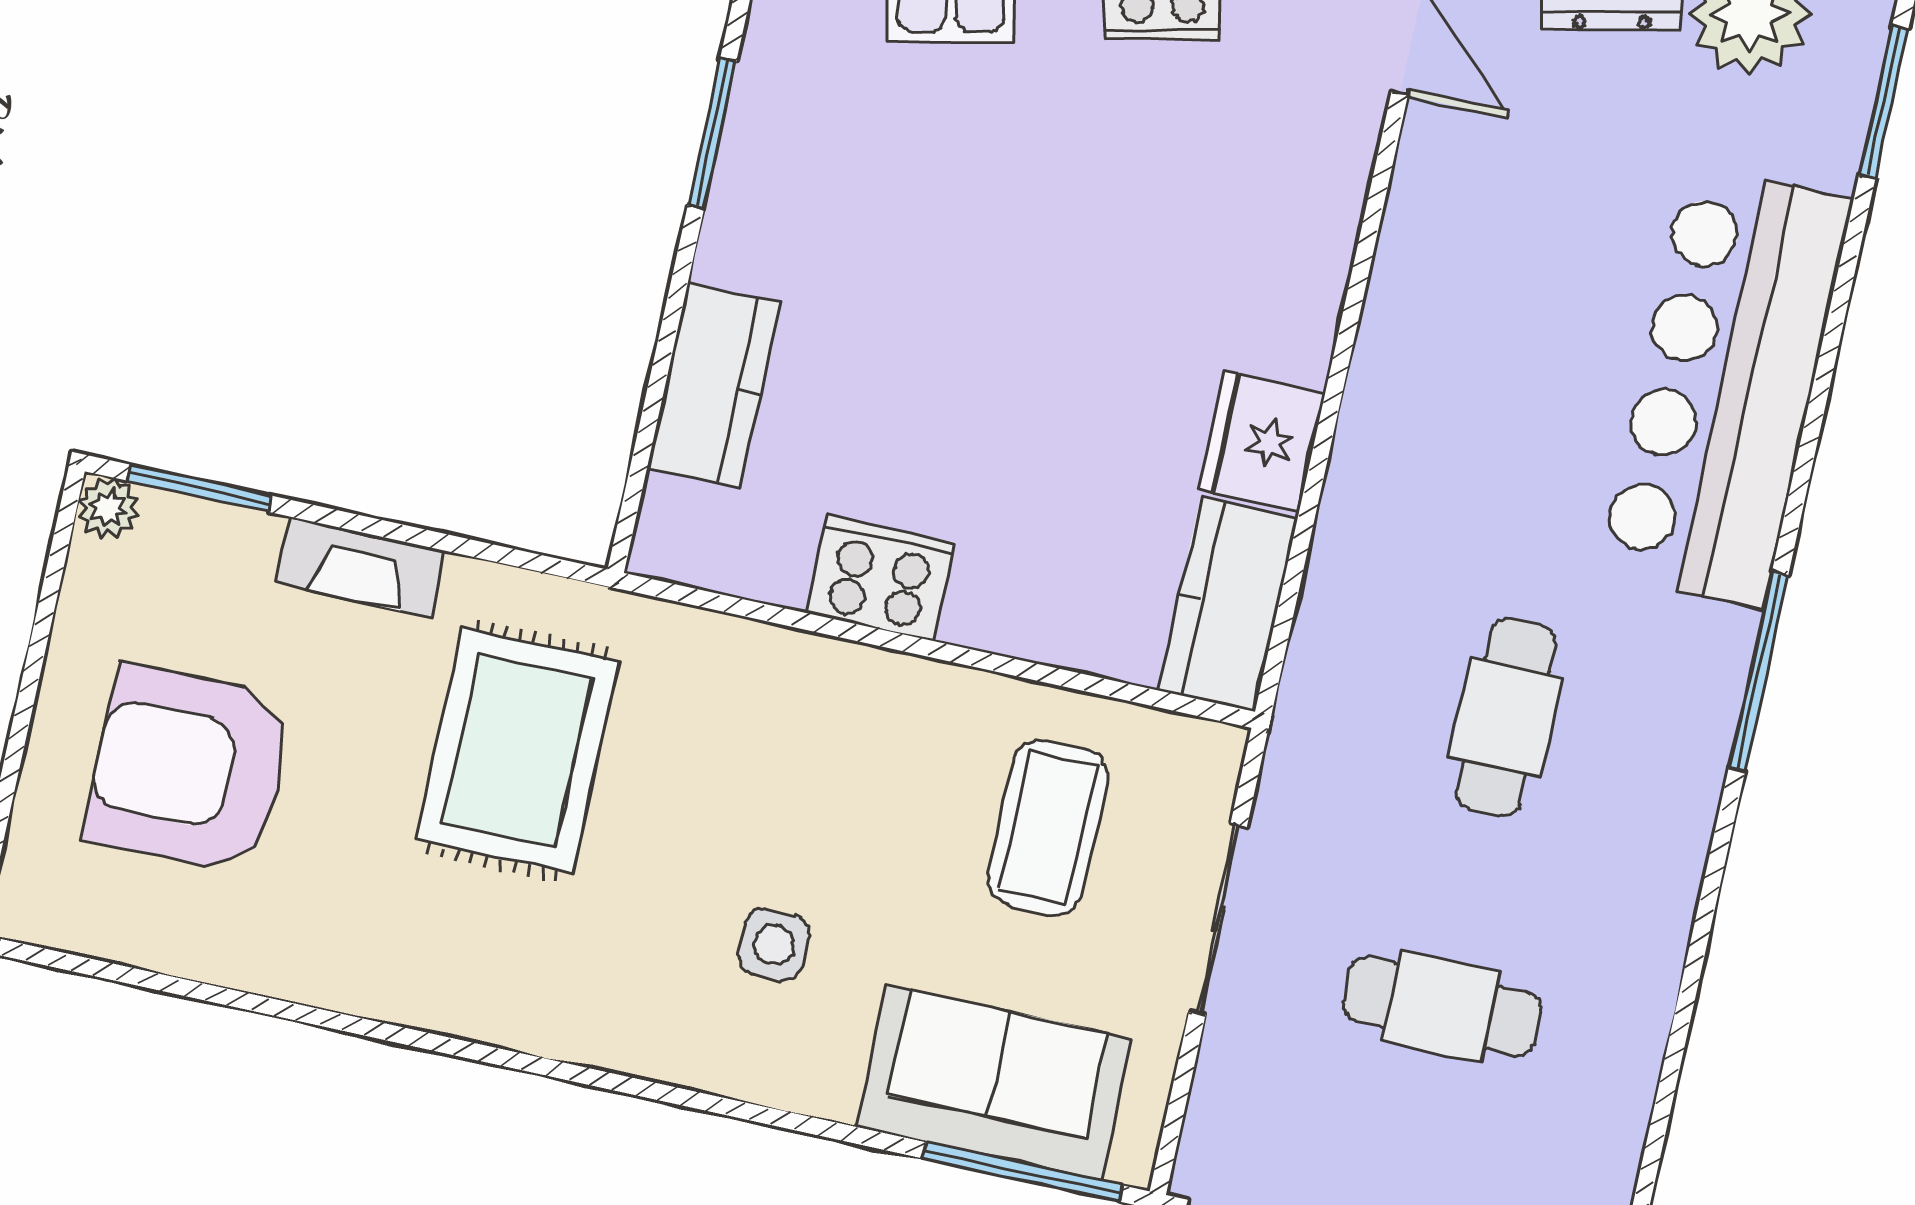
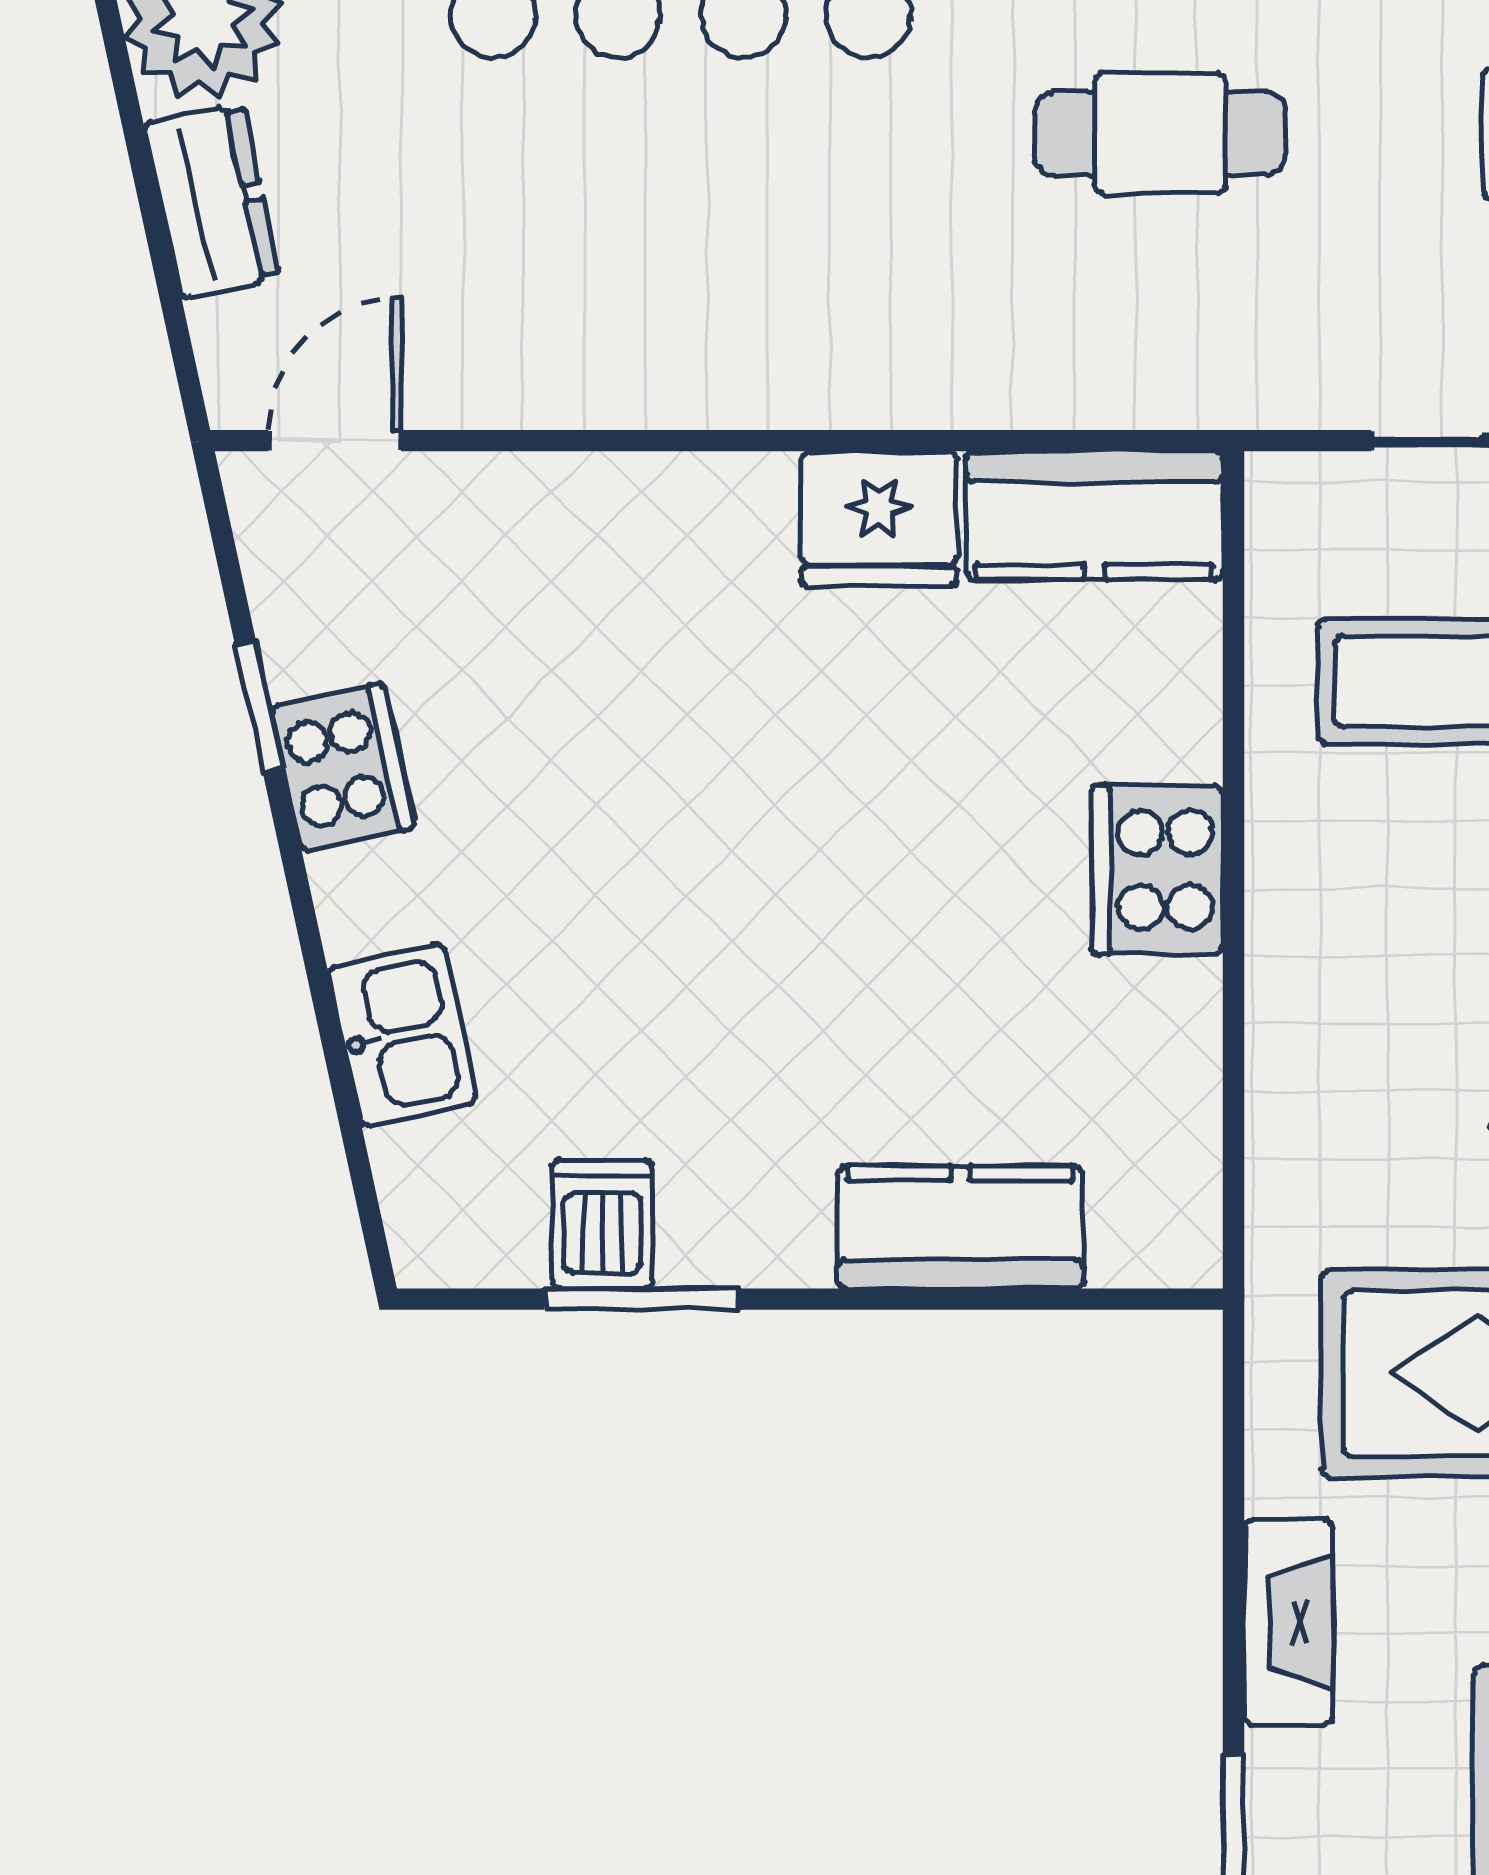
dishwasher: (775, 116) -> (603, 1224), added
cooker: (880, 578) -> (1157, 870), moved

